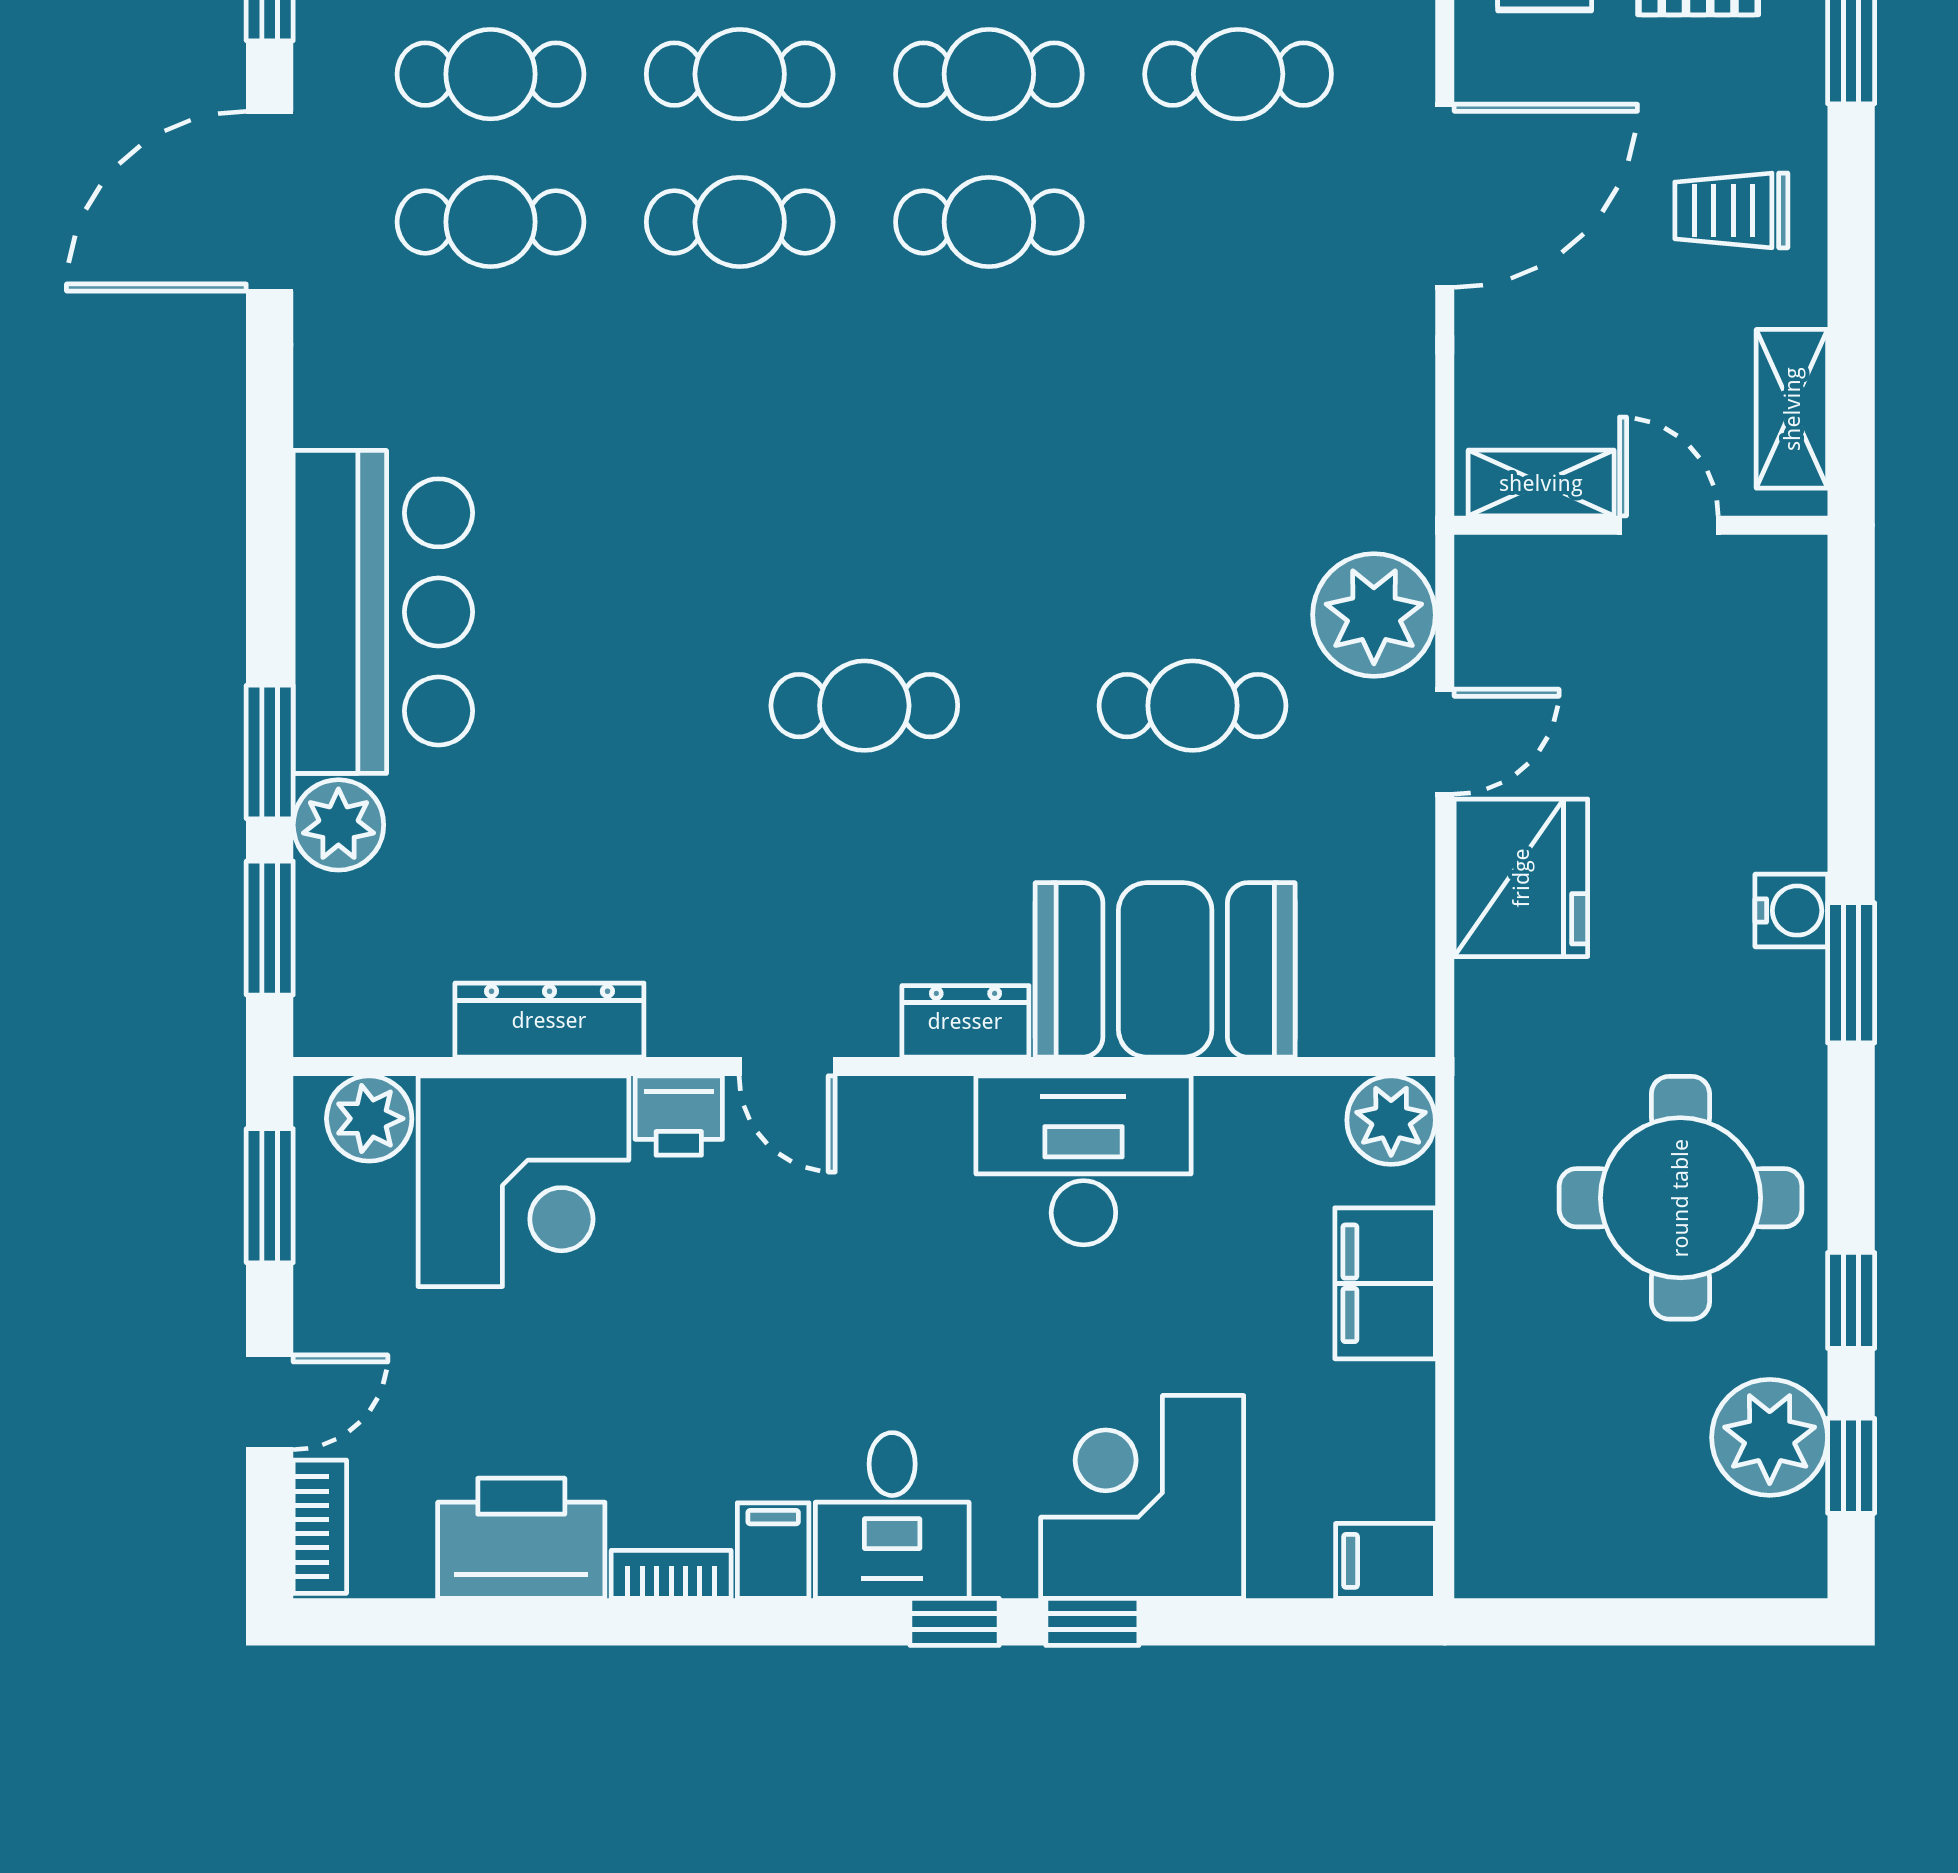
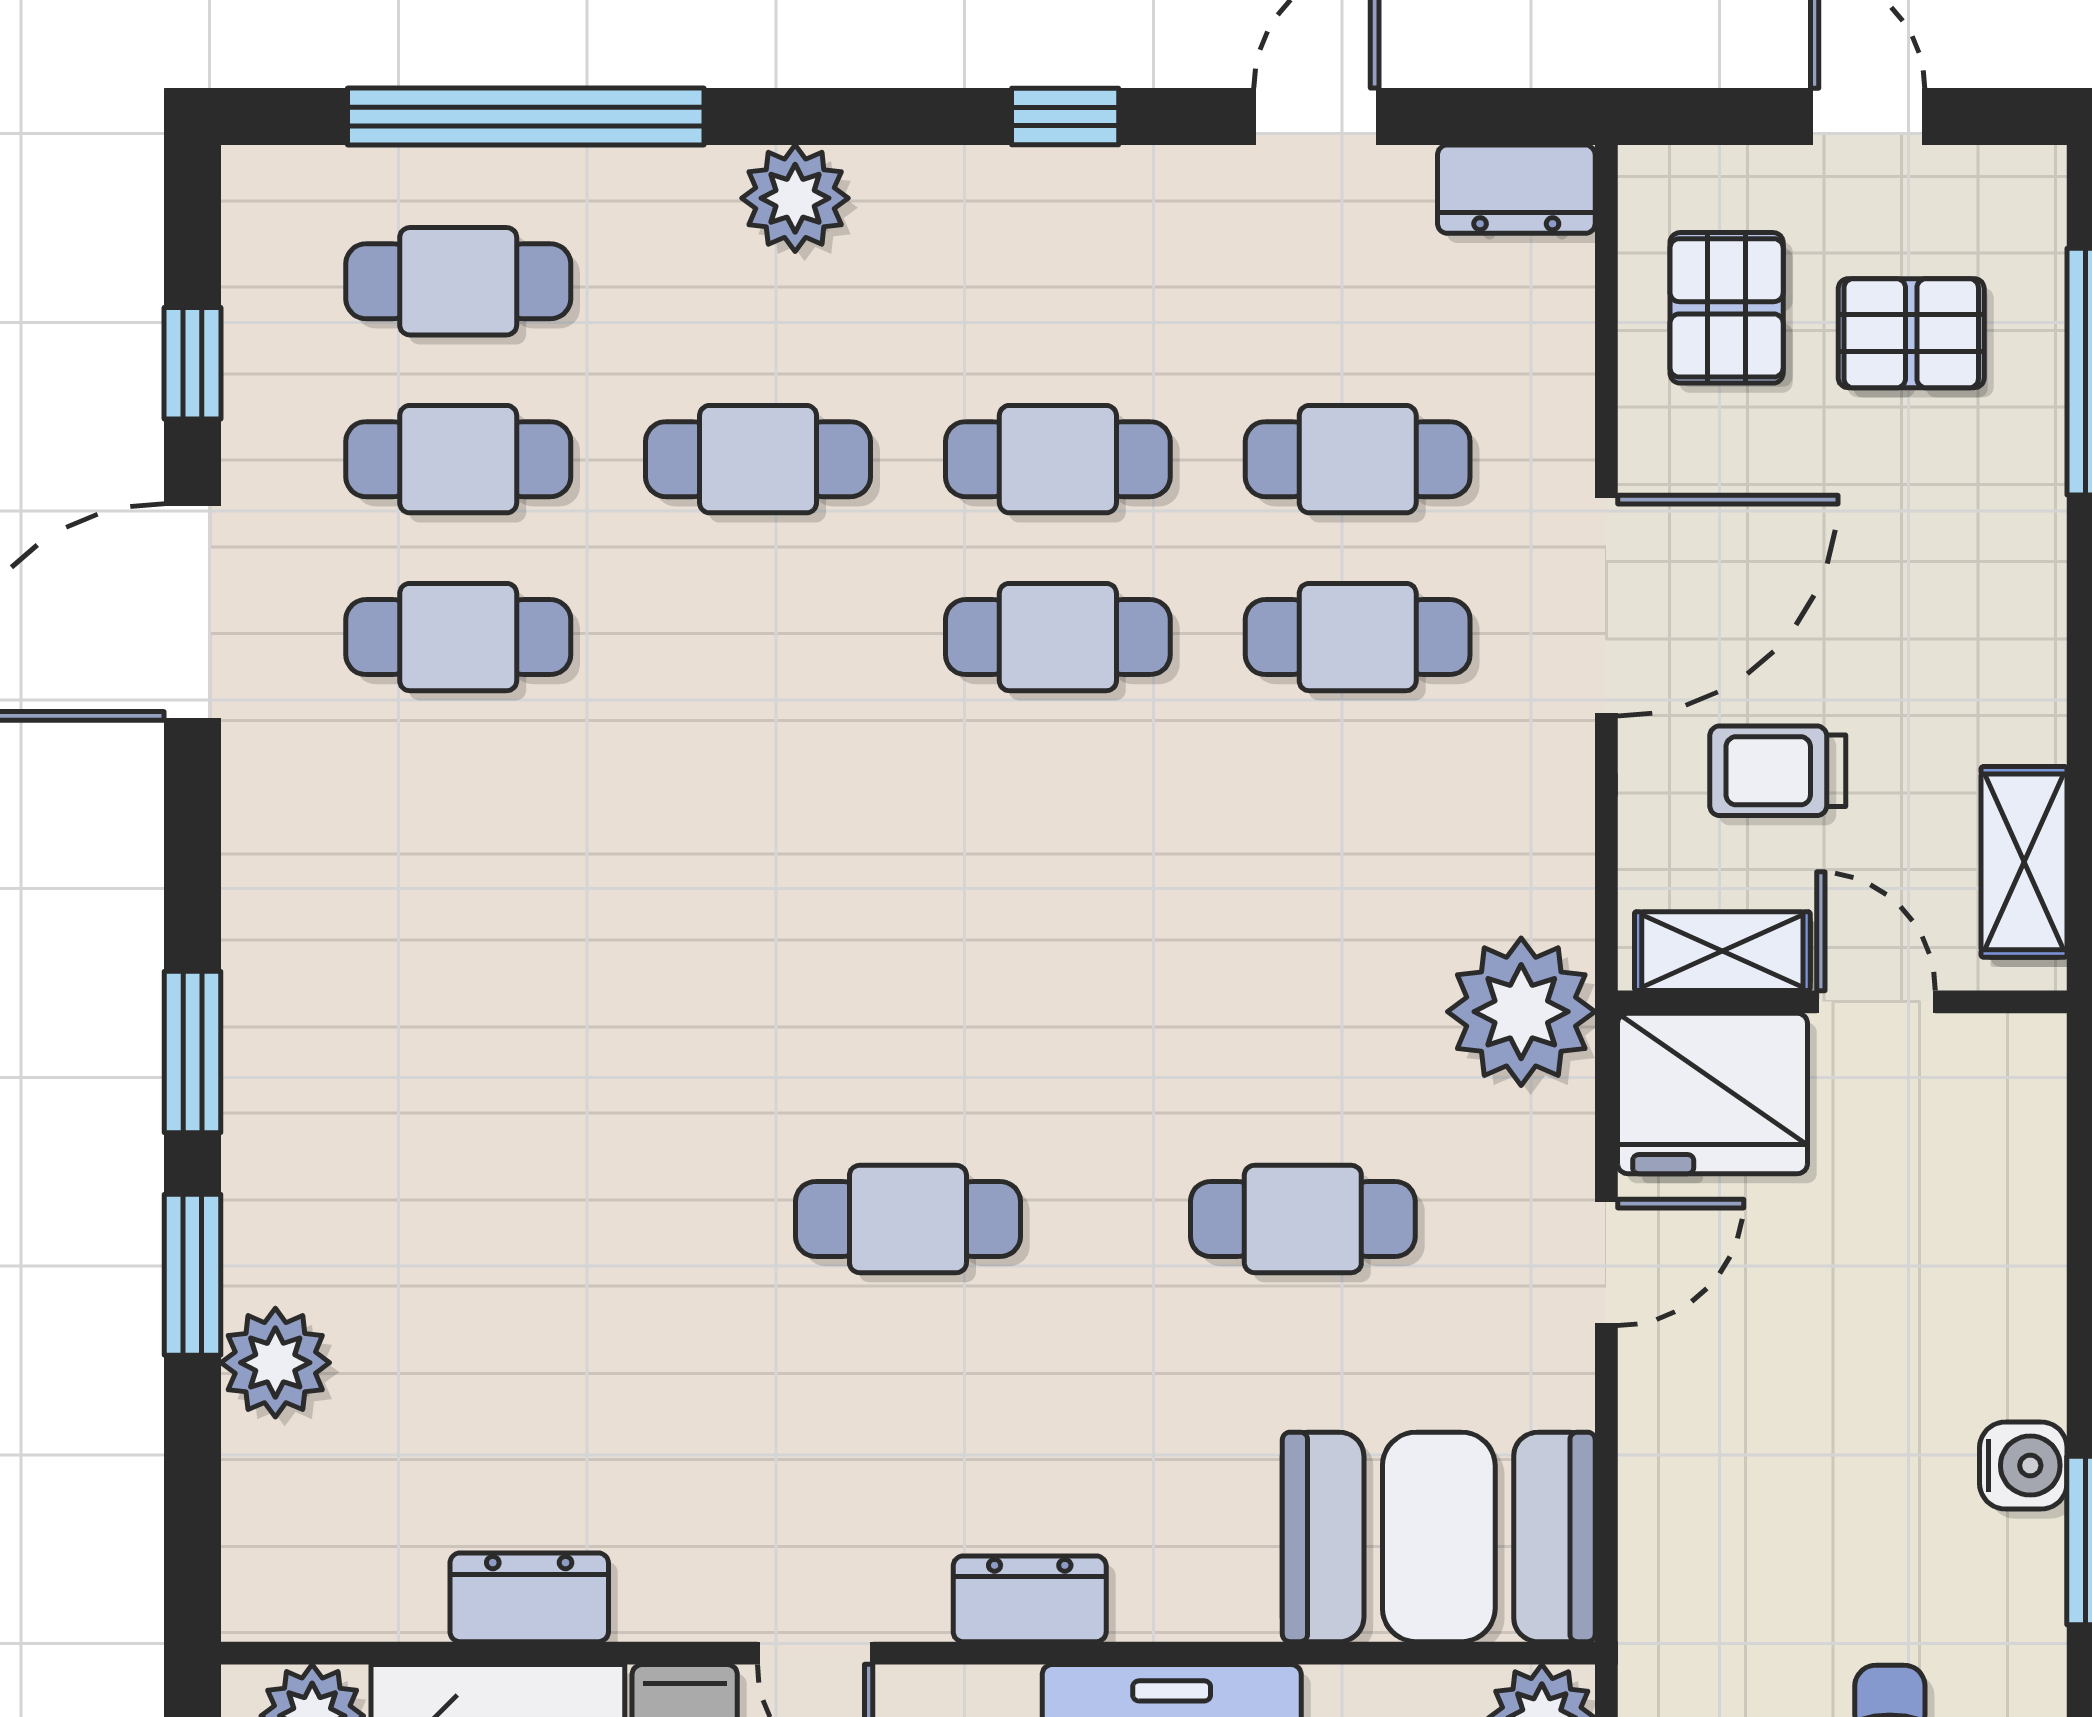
trolley: (1731, 210) -> (1778, 771), moved
cafe table: (740, 222) -> (1358, 637), moved
bar counter: (383, 612) -> (329, 1106), removed
plant: (1374, 615) -> (1521, 1012), moved
fridge: (1521, 878) -> (1713, 1093), moved, turned 90
window: (270, 928) -> (193, 1052), moved
booth: (1165, 970) -> (1439, 1537), moved
dresser: (549, 1020) -> (529, 1597), width x0.70

